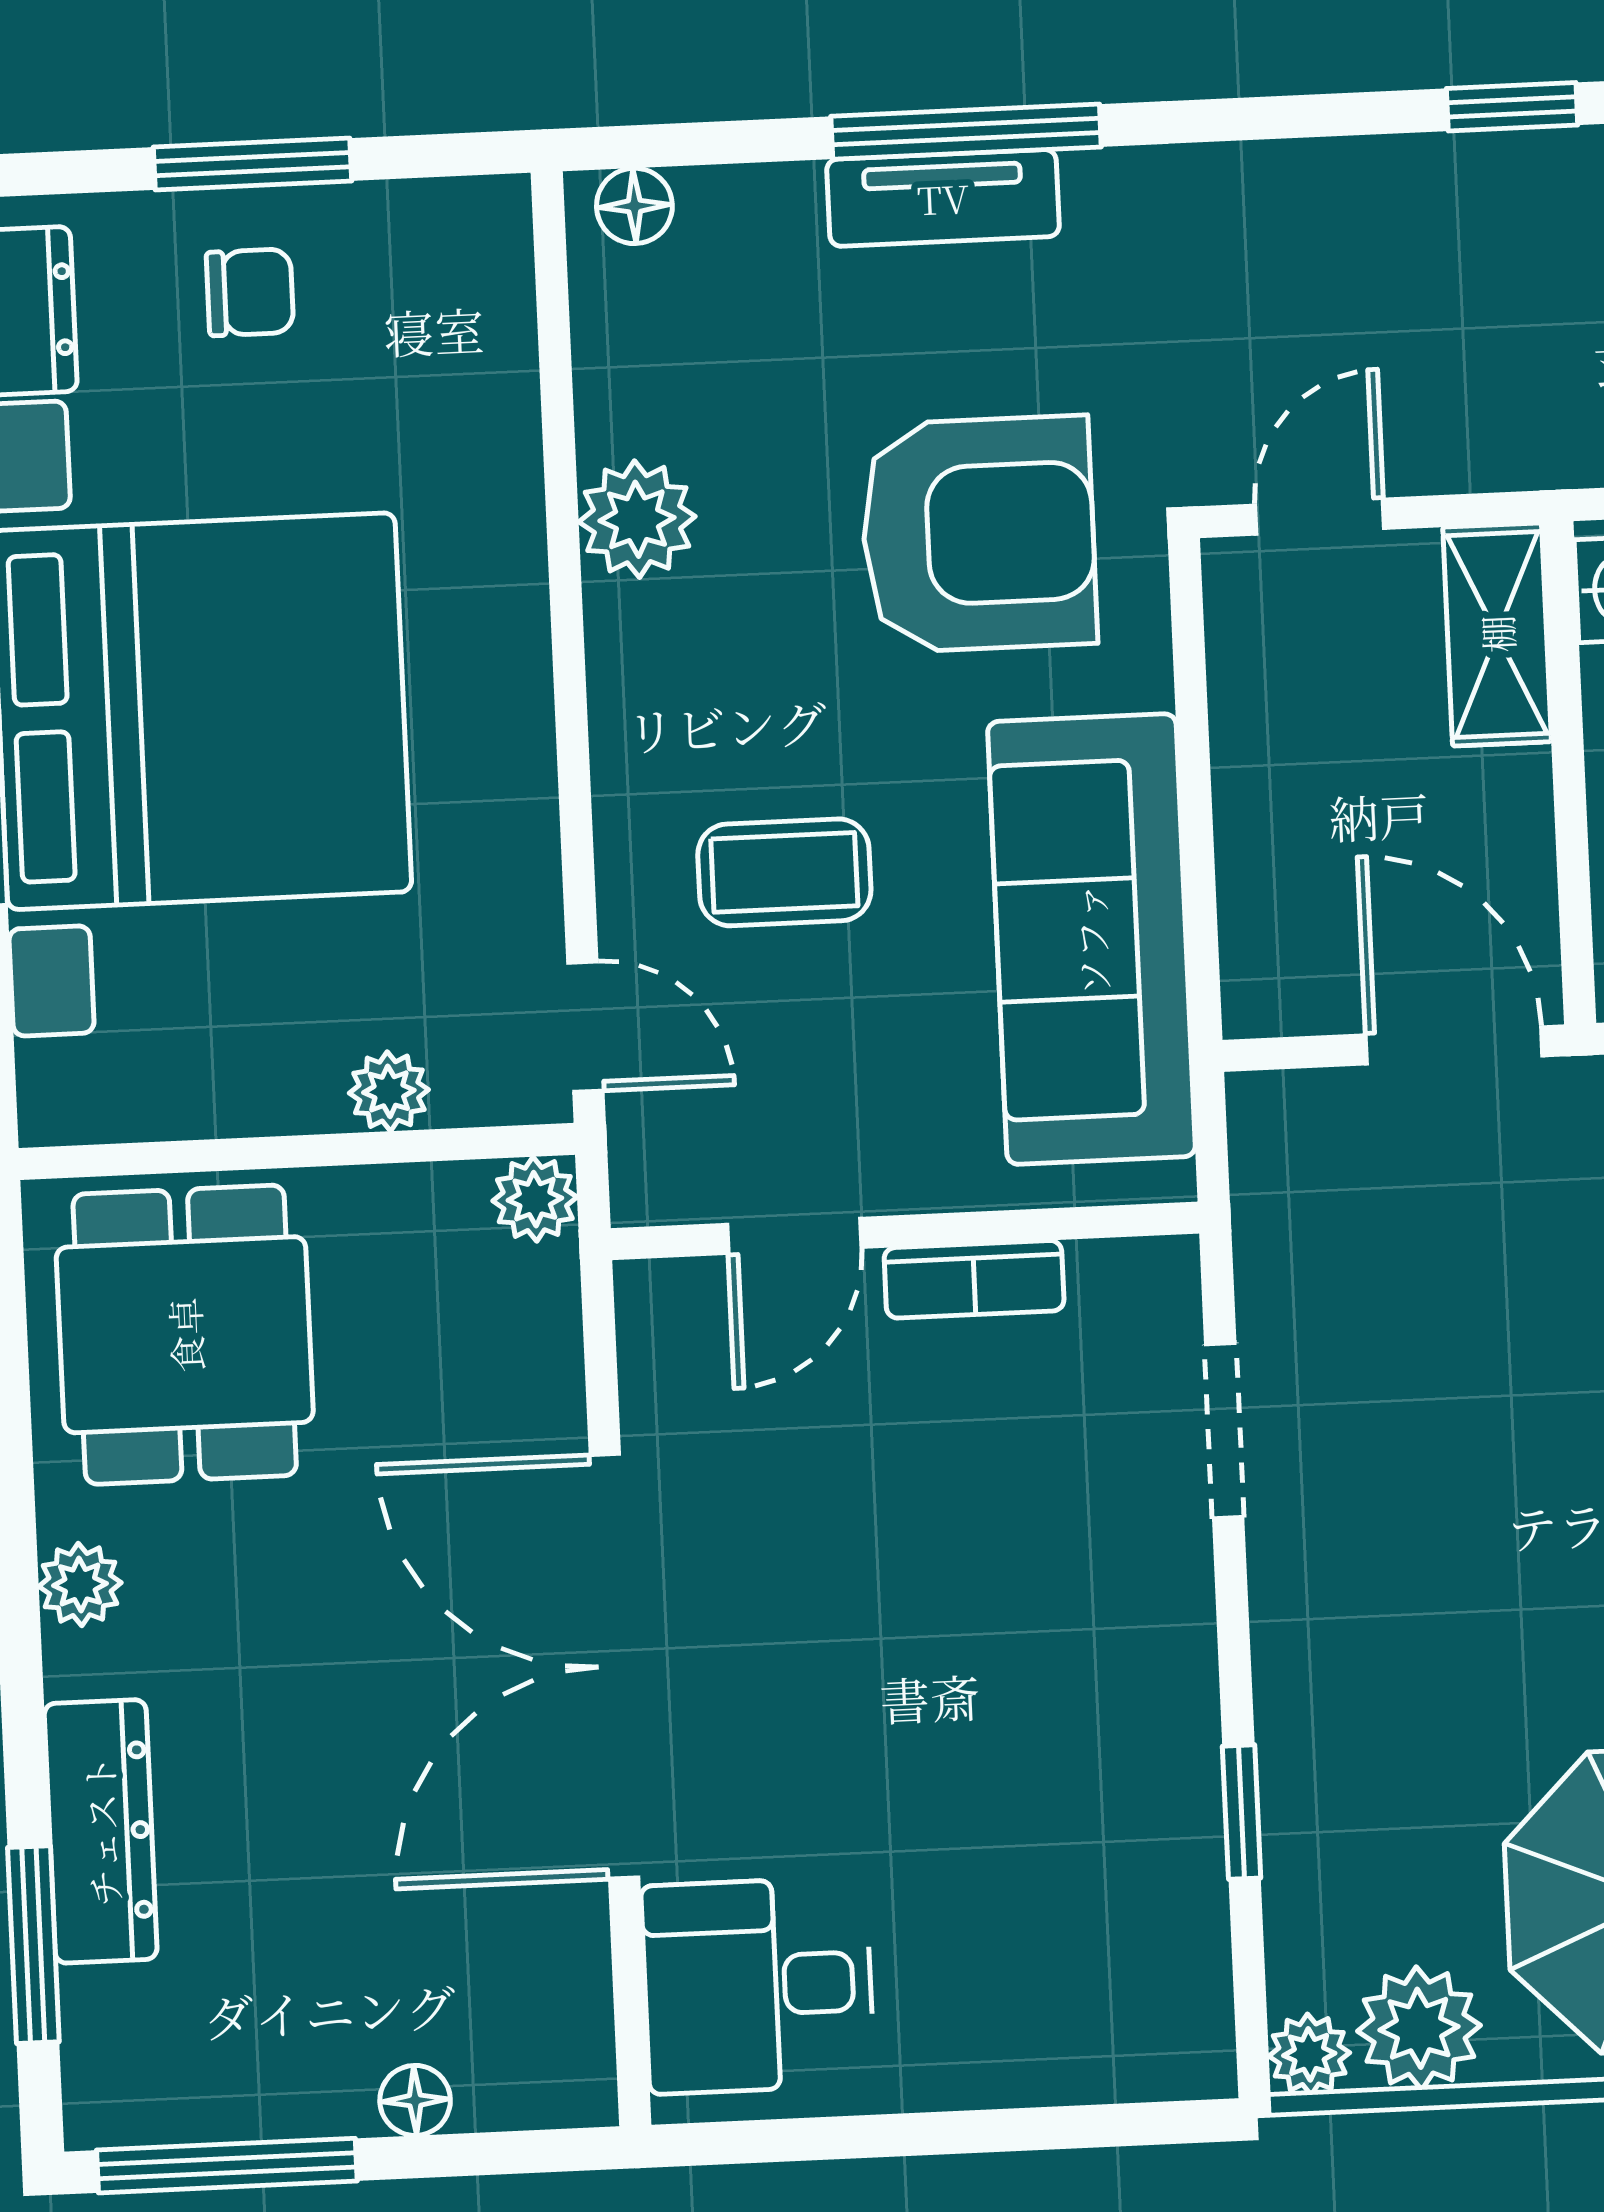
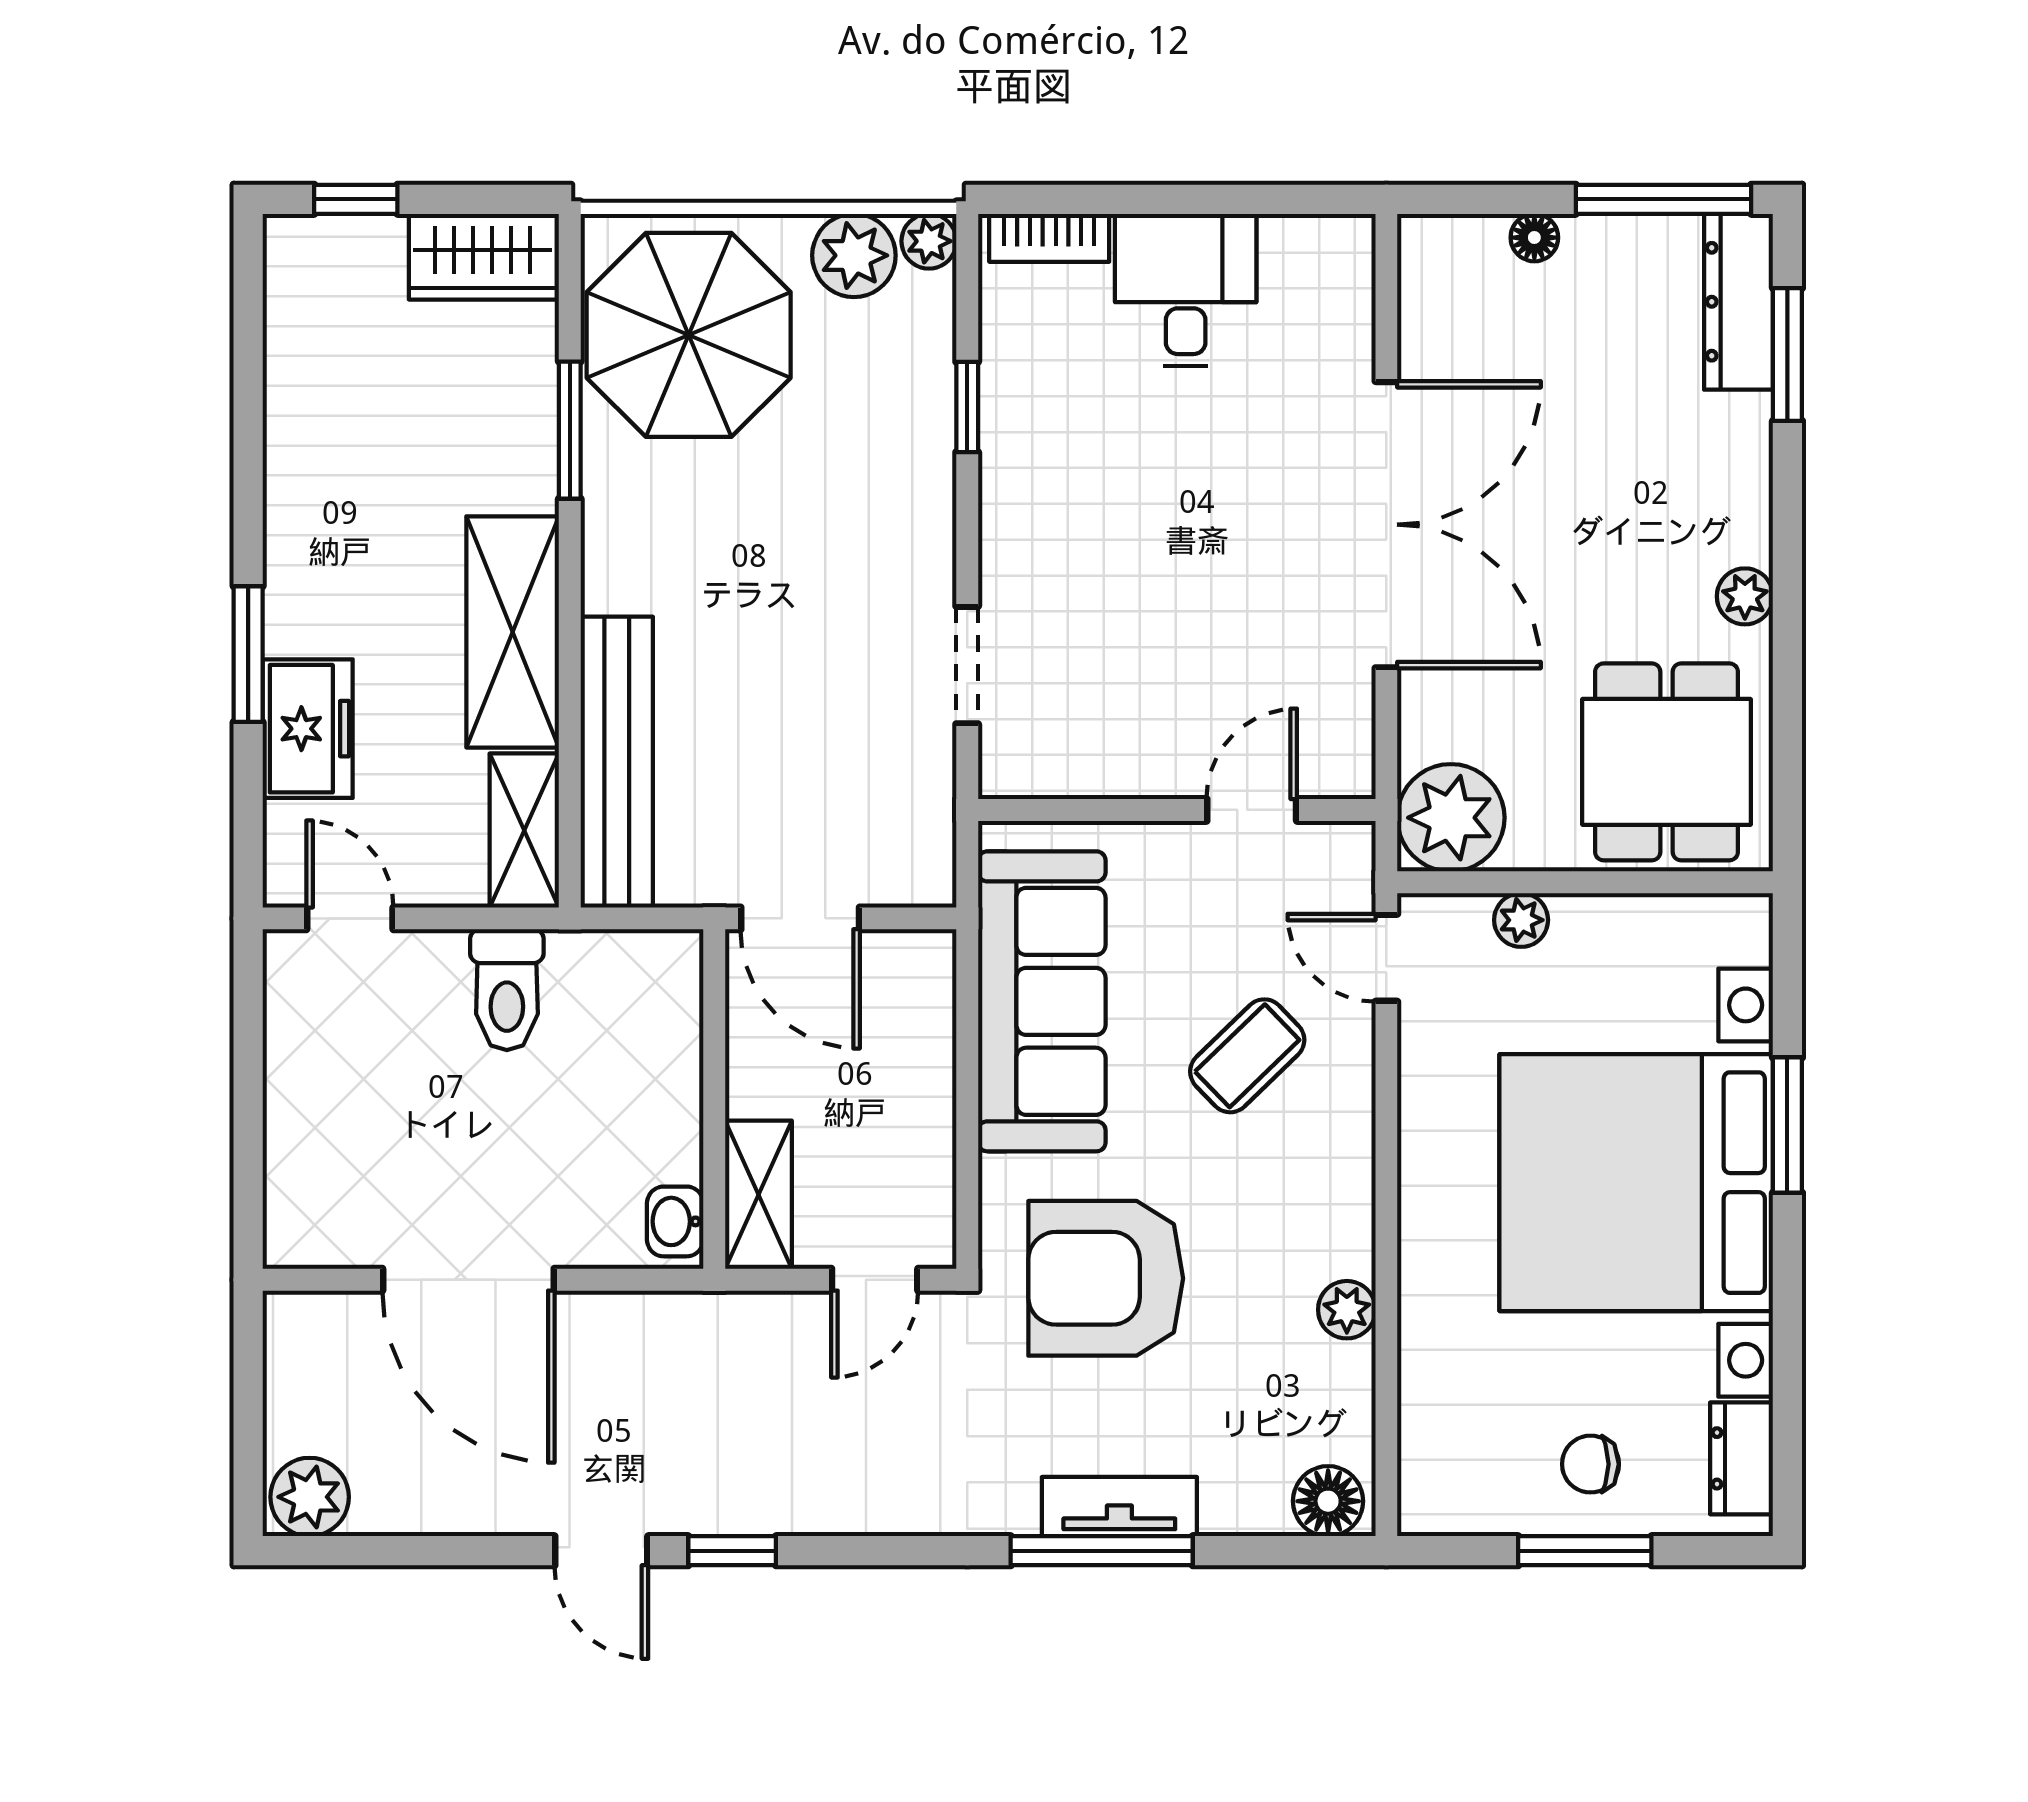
floor lamp: (634, 206) -> (1328, 1501), width x1.37, depth x1.37
plant: (637, 519) -> (1347, 1310), width x0.73, depth x0.73
coffee table: (784, 872) -> (1247, 1056), turned -44
plant: (535, 1199) -> (1451, 818), width x1.88, depth x1.88
bookcase: (974, 1279) -> (1049, 238), moved, turned 180
dresser: (101, 1831) -> (1739, 302), moved
desk: (758, 1985) -> (1186, 290), moved, turned -90

